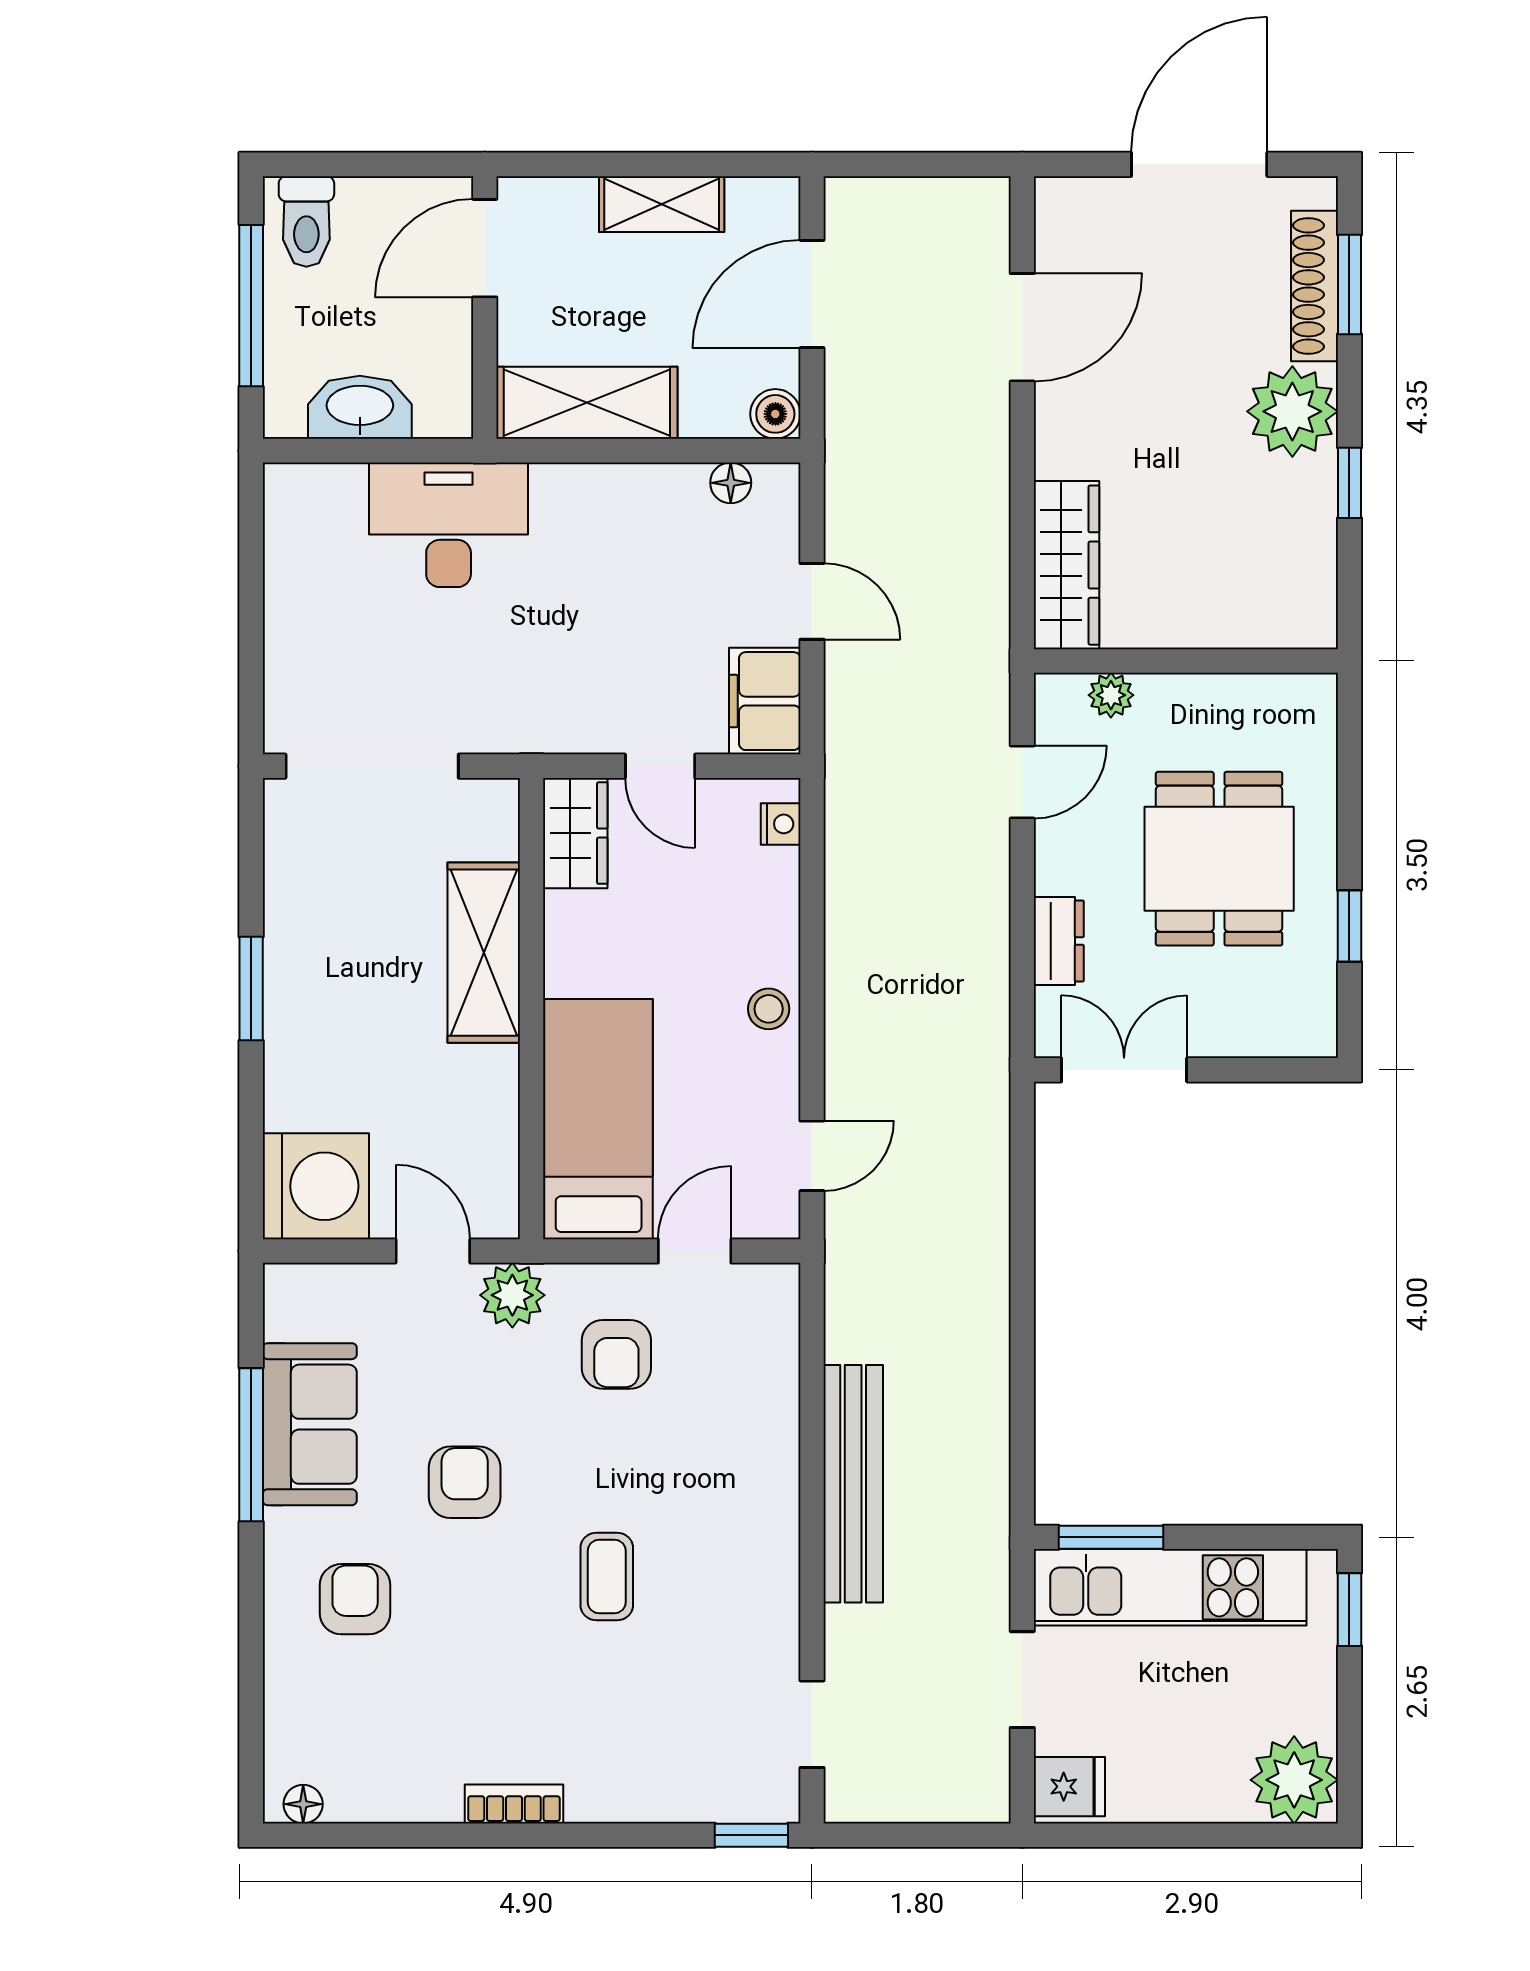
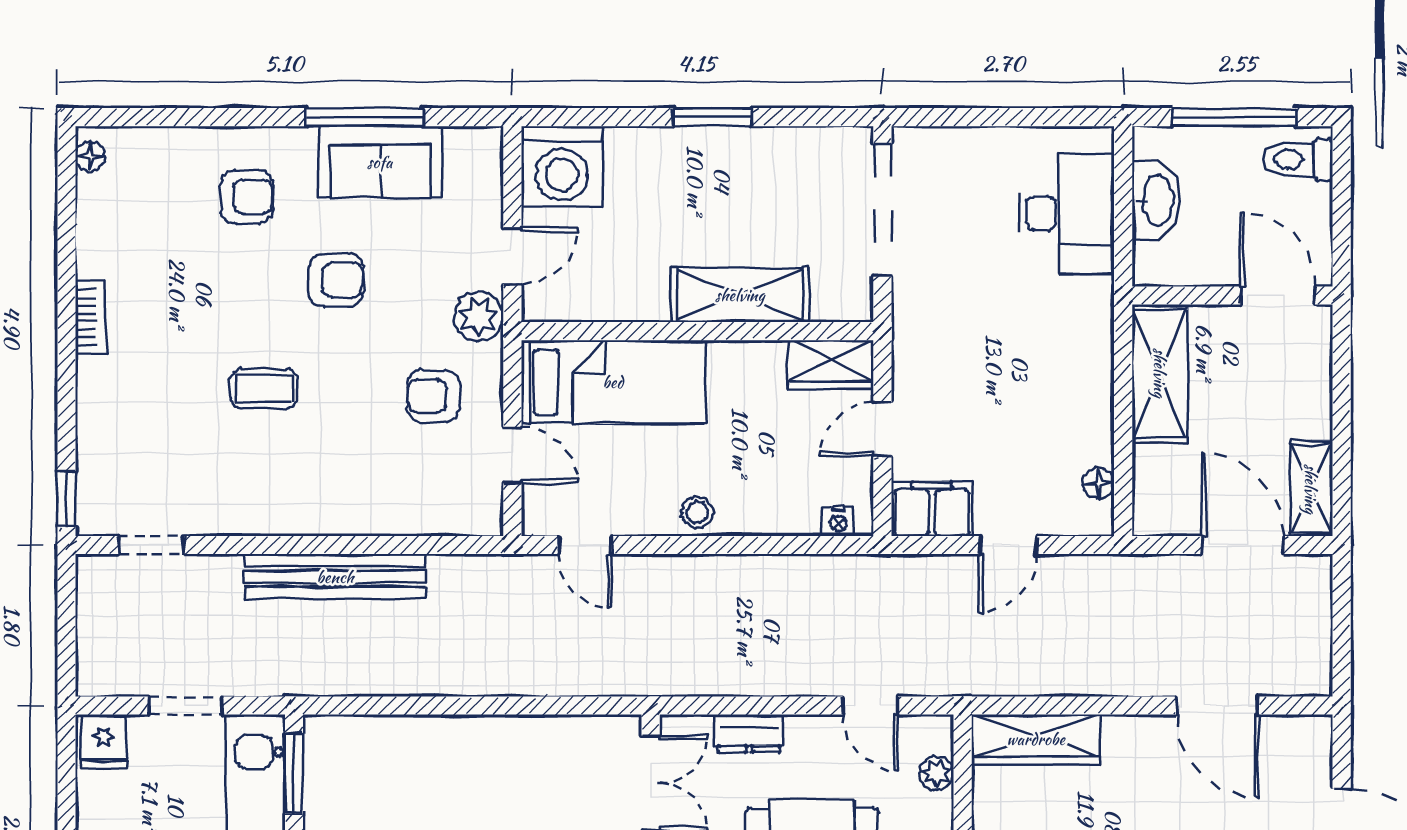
shelving: (662, 204) -> (1311, 489), moved
boiler: (775, 414) -> (1151, 517), removed
desk: (449, 525) -> (1067, 213), moved

